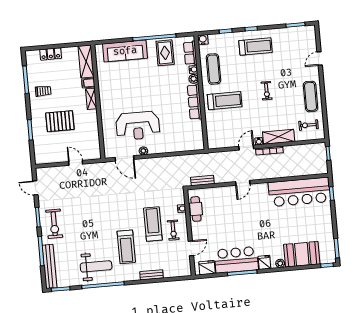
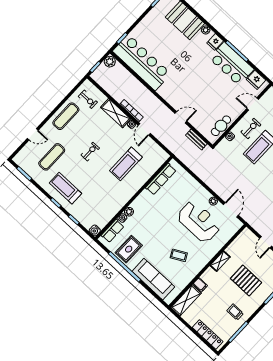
locker: (51, 54) -> (208, 335), width x1.53
exercise mat: (213, 69) -> (52, 157), moved
coffee table: (126, 87) -> (179, 255), added
shelving: (91, 99) -> (220, 261), moved
treadmill: (225, 101) -> (126, 164), moved, turned -90
row of seats: (194, 102) -> (161, 179), moved
door: (246, 148) -> (144, 129), hinge flipped
plant: (322, 168) -> (110, 62), added
door: (243, 183) -> (181, 117), moved

